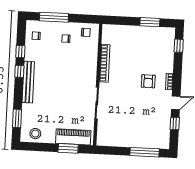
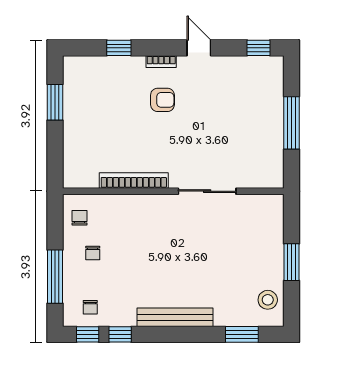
window: (179, 46) -> (119, 48), moved
window: (19, 71) -> (88, 334), moved
window: (175, 124) -> (258, 48), moved
piano: (73, 137) -> (270, 231), removed
window: (68, 148) -> (292, 262), moved
window: (145, 152) -> (292, 123), moved

